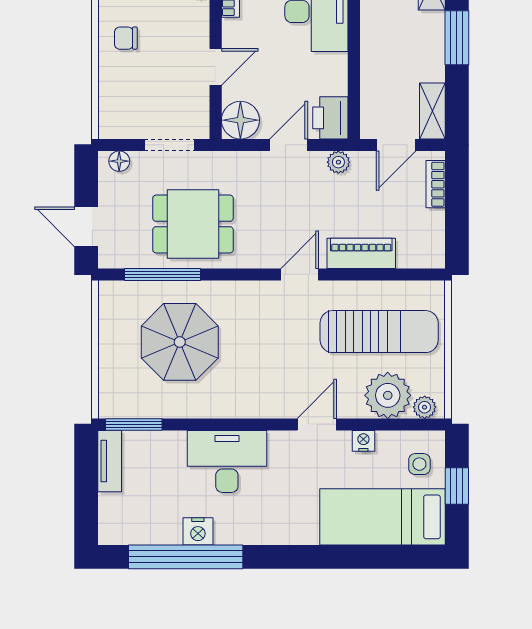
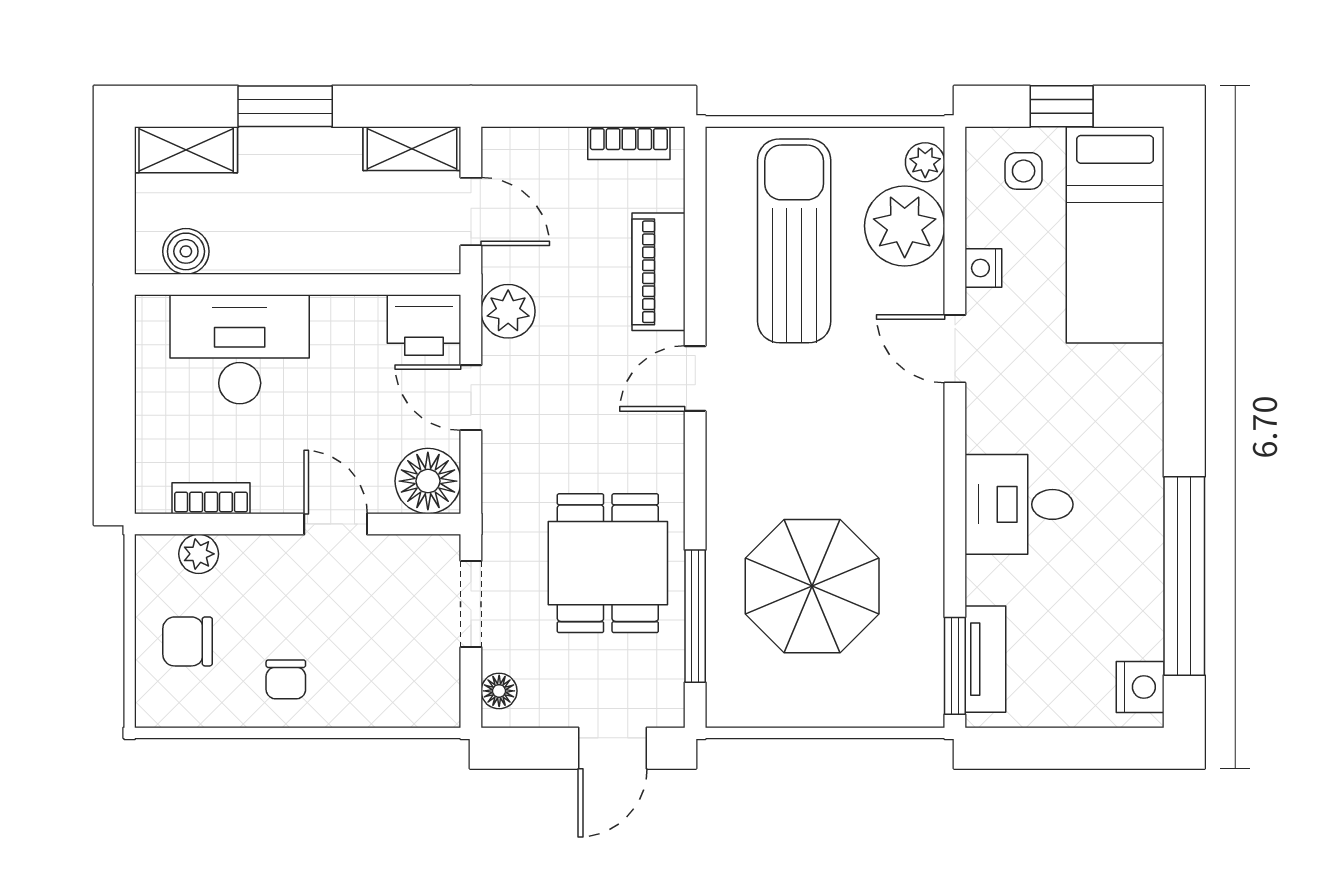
plant: (338, 162) -> (508, 311), width x1.38, depth x1.38
bookcase: (436, 184) -> (629, 143), moved
door: (300, 274) -> (695, 379), hinge flipped
tv unit: (110, 461) -> (985, 659), moved, turned 90
desk: (227, 461) -> (1019, 504), width x0.73
nightstand: (198, 531) -> (1140, 687), moved

